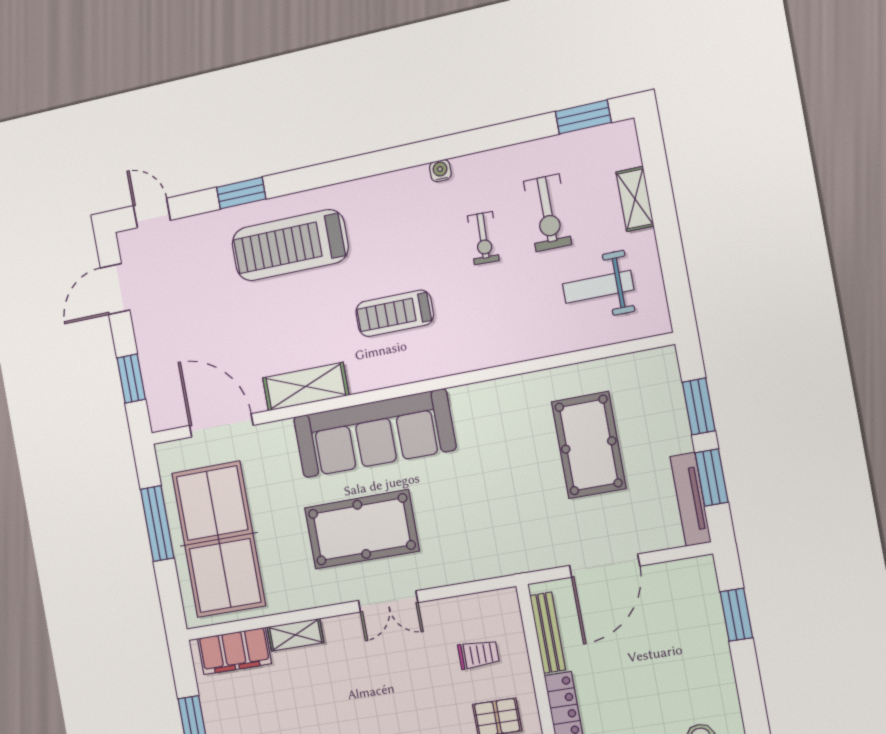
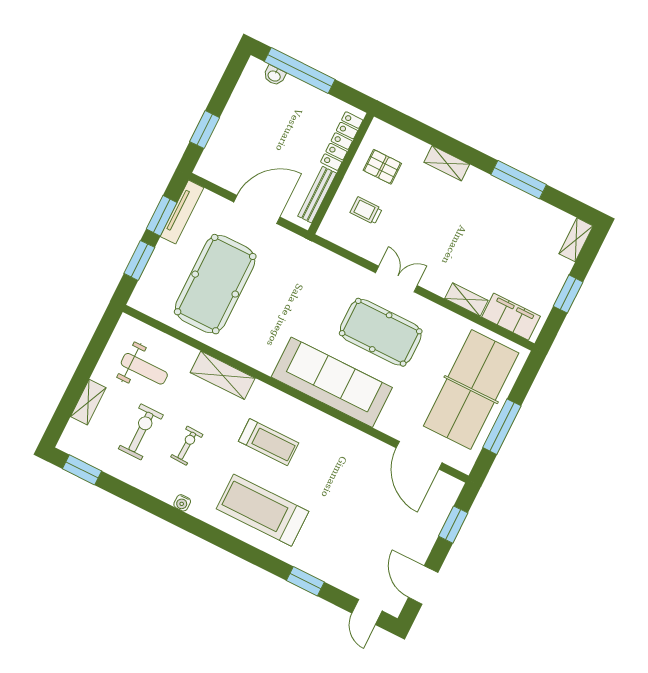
treadmill: (290, 245) -> (262, 510), moved, turned 180
door: (115, 289) -> (423, 585), swing flipped
shelving: (306, 387) -> (223, 375), moved
pool table: (589, 445) -> (215, 284), width x1.36, depth x1.32

